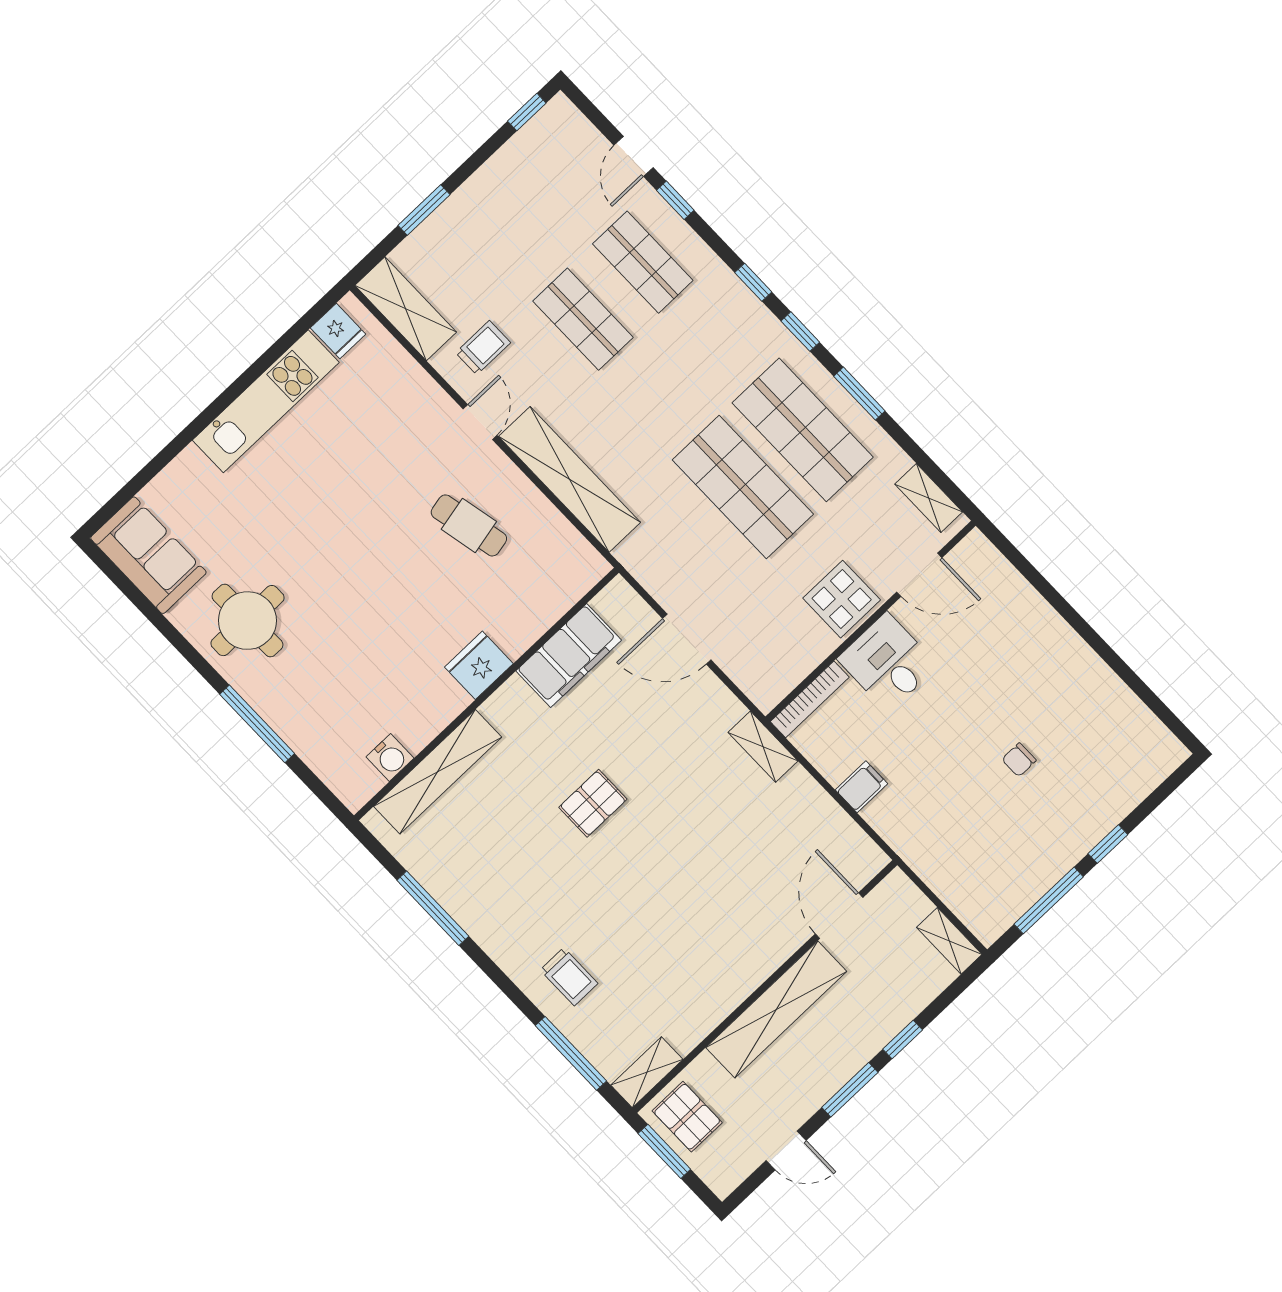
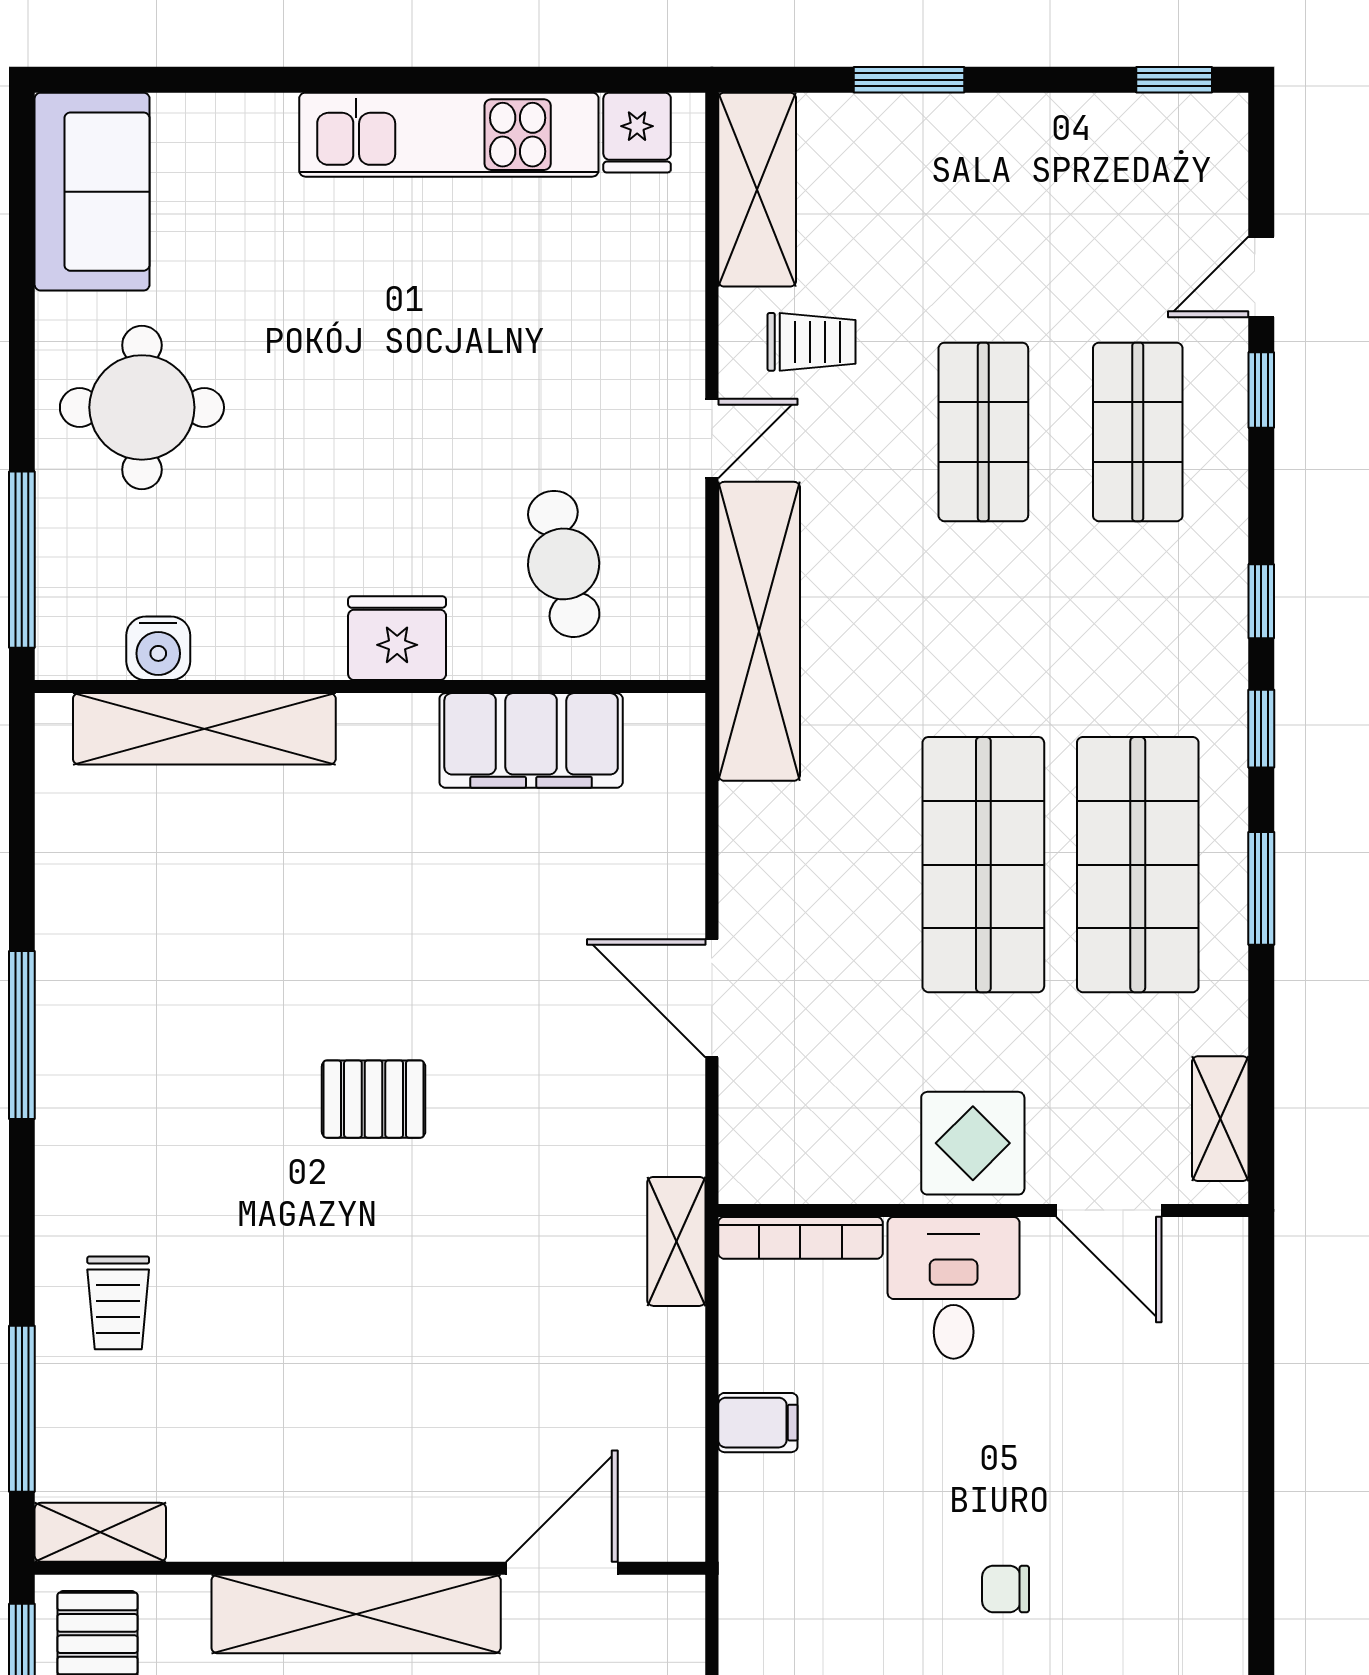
filing cabinet: (569, 656) -> (531, 740), moved
fridge: (479, 665) -> (397, 638), moved
wall: (486, 694) -> (370, 687), moved
water cooler: (390, 757) -> (158, 648), moved
shelving: (438, 772) -> (204, 729), moved

